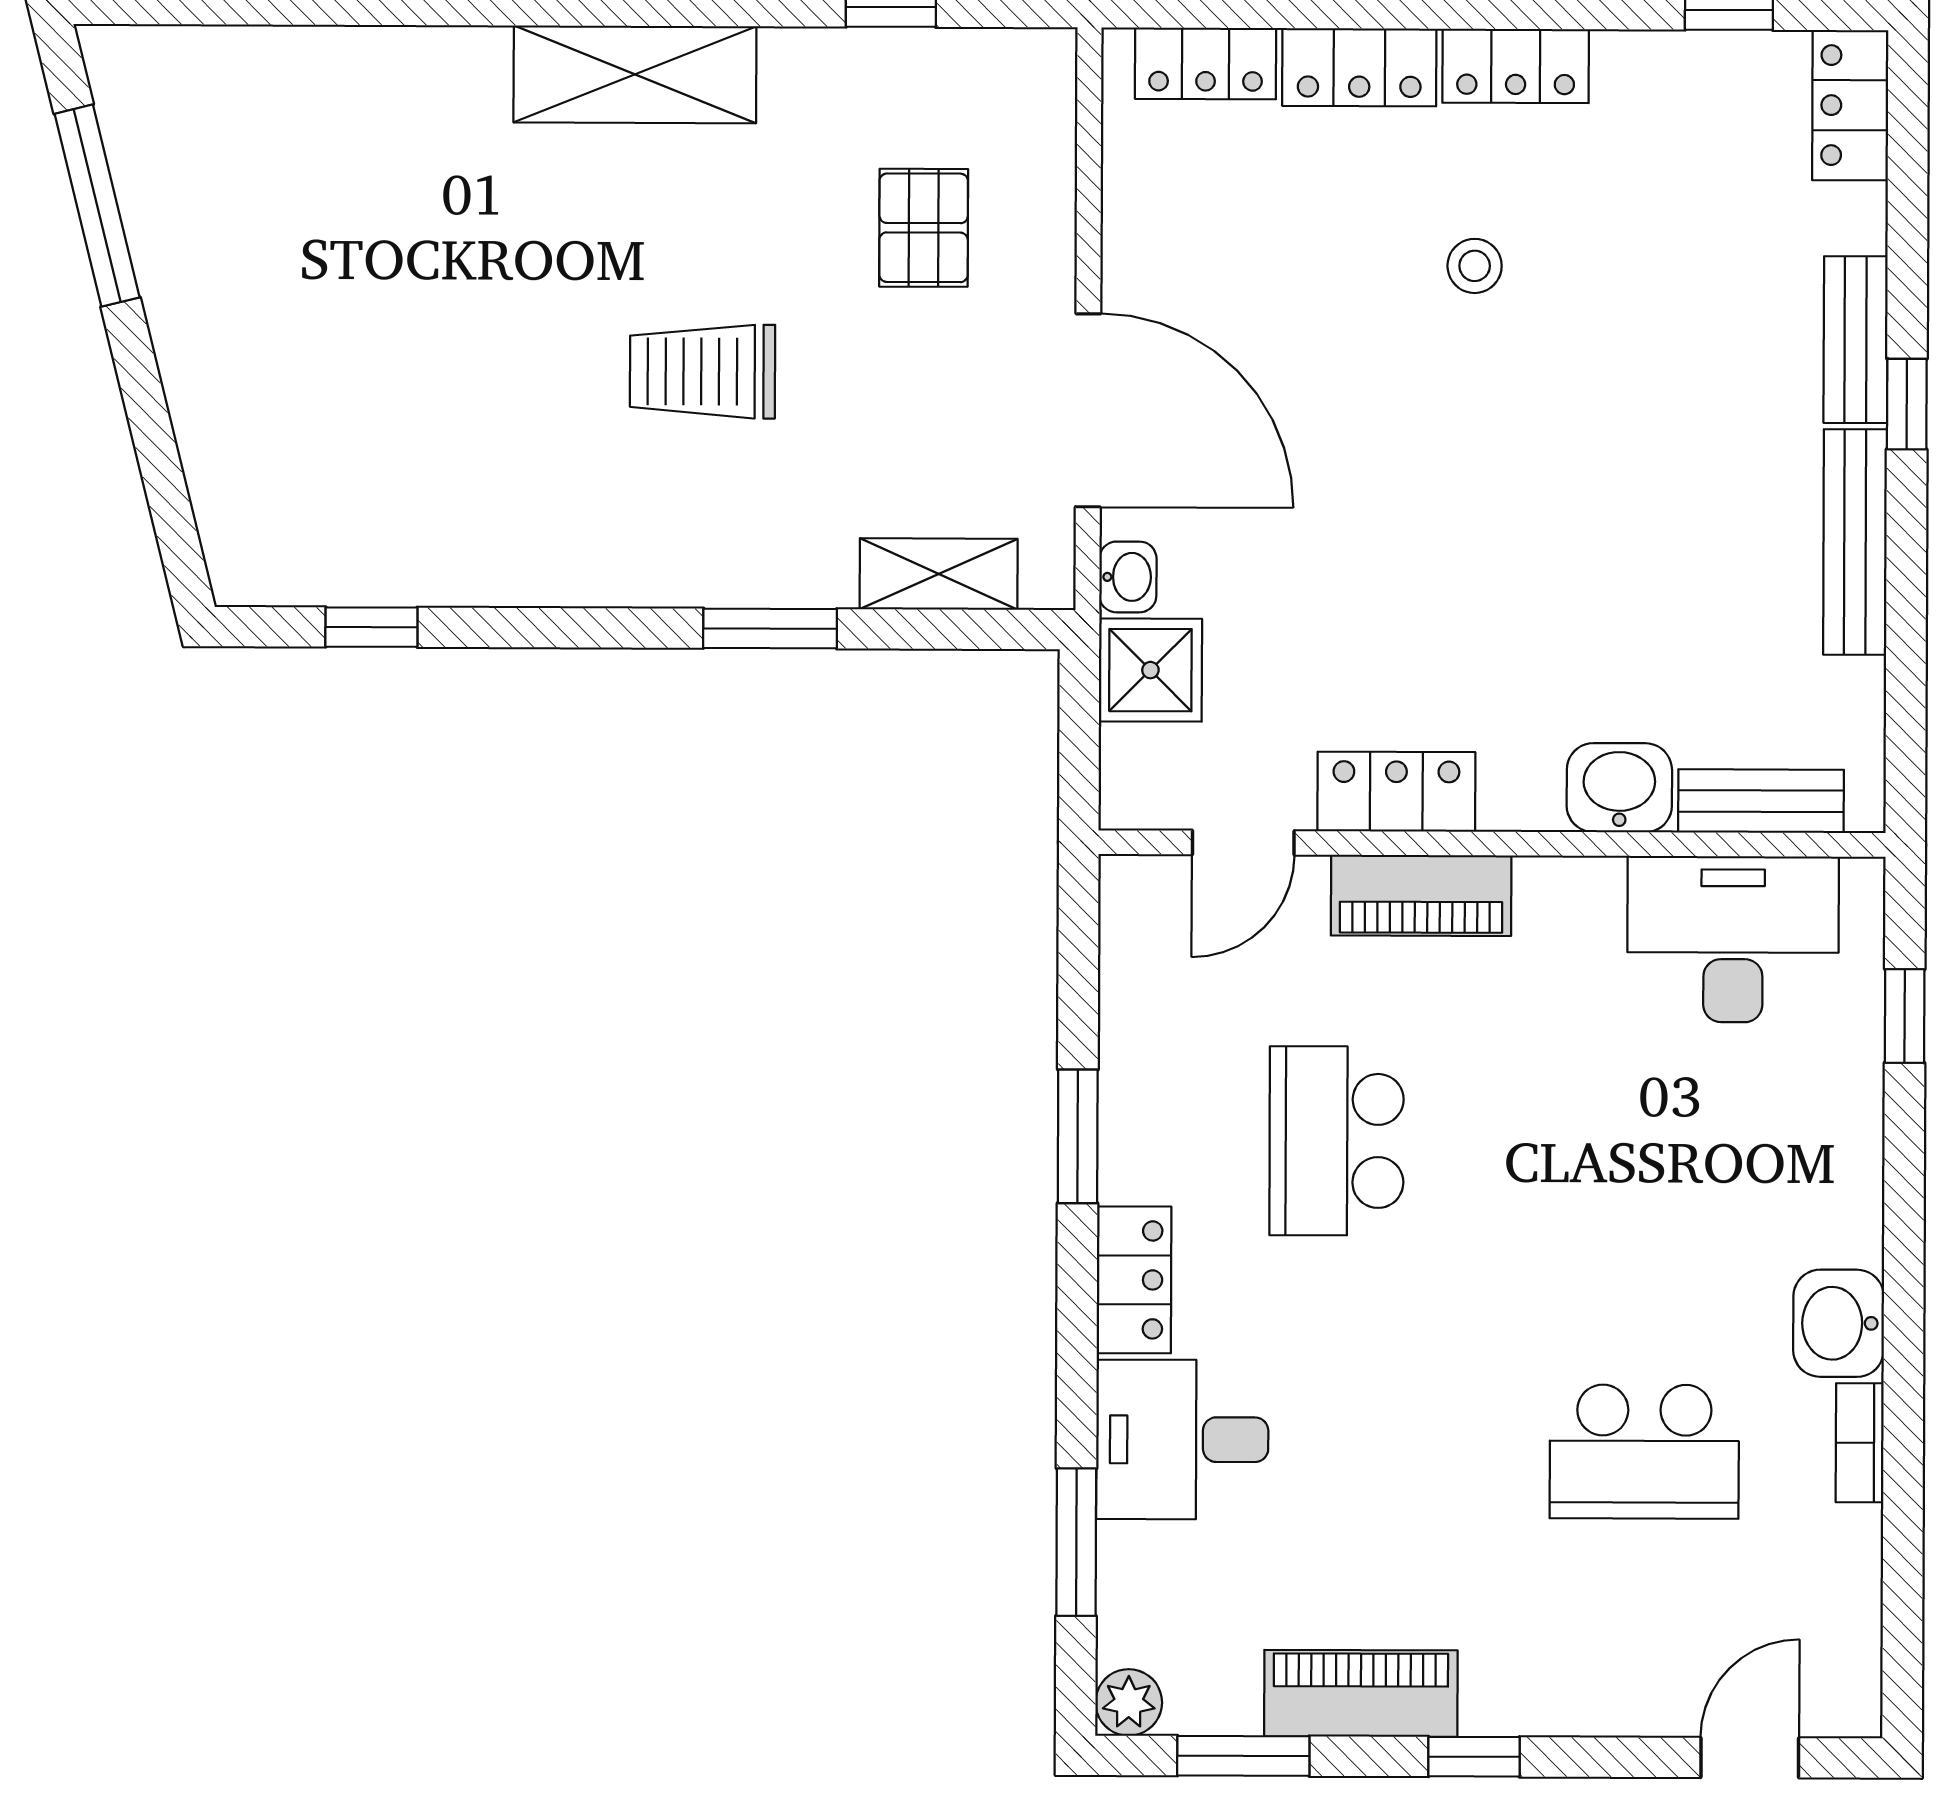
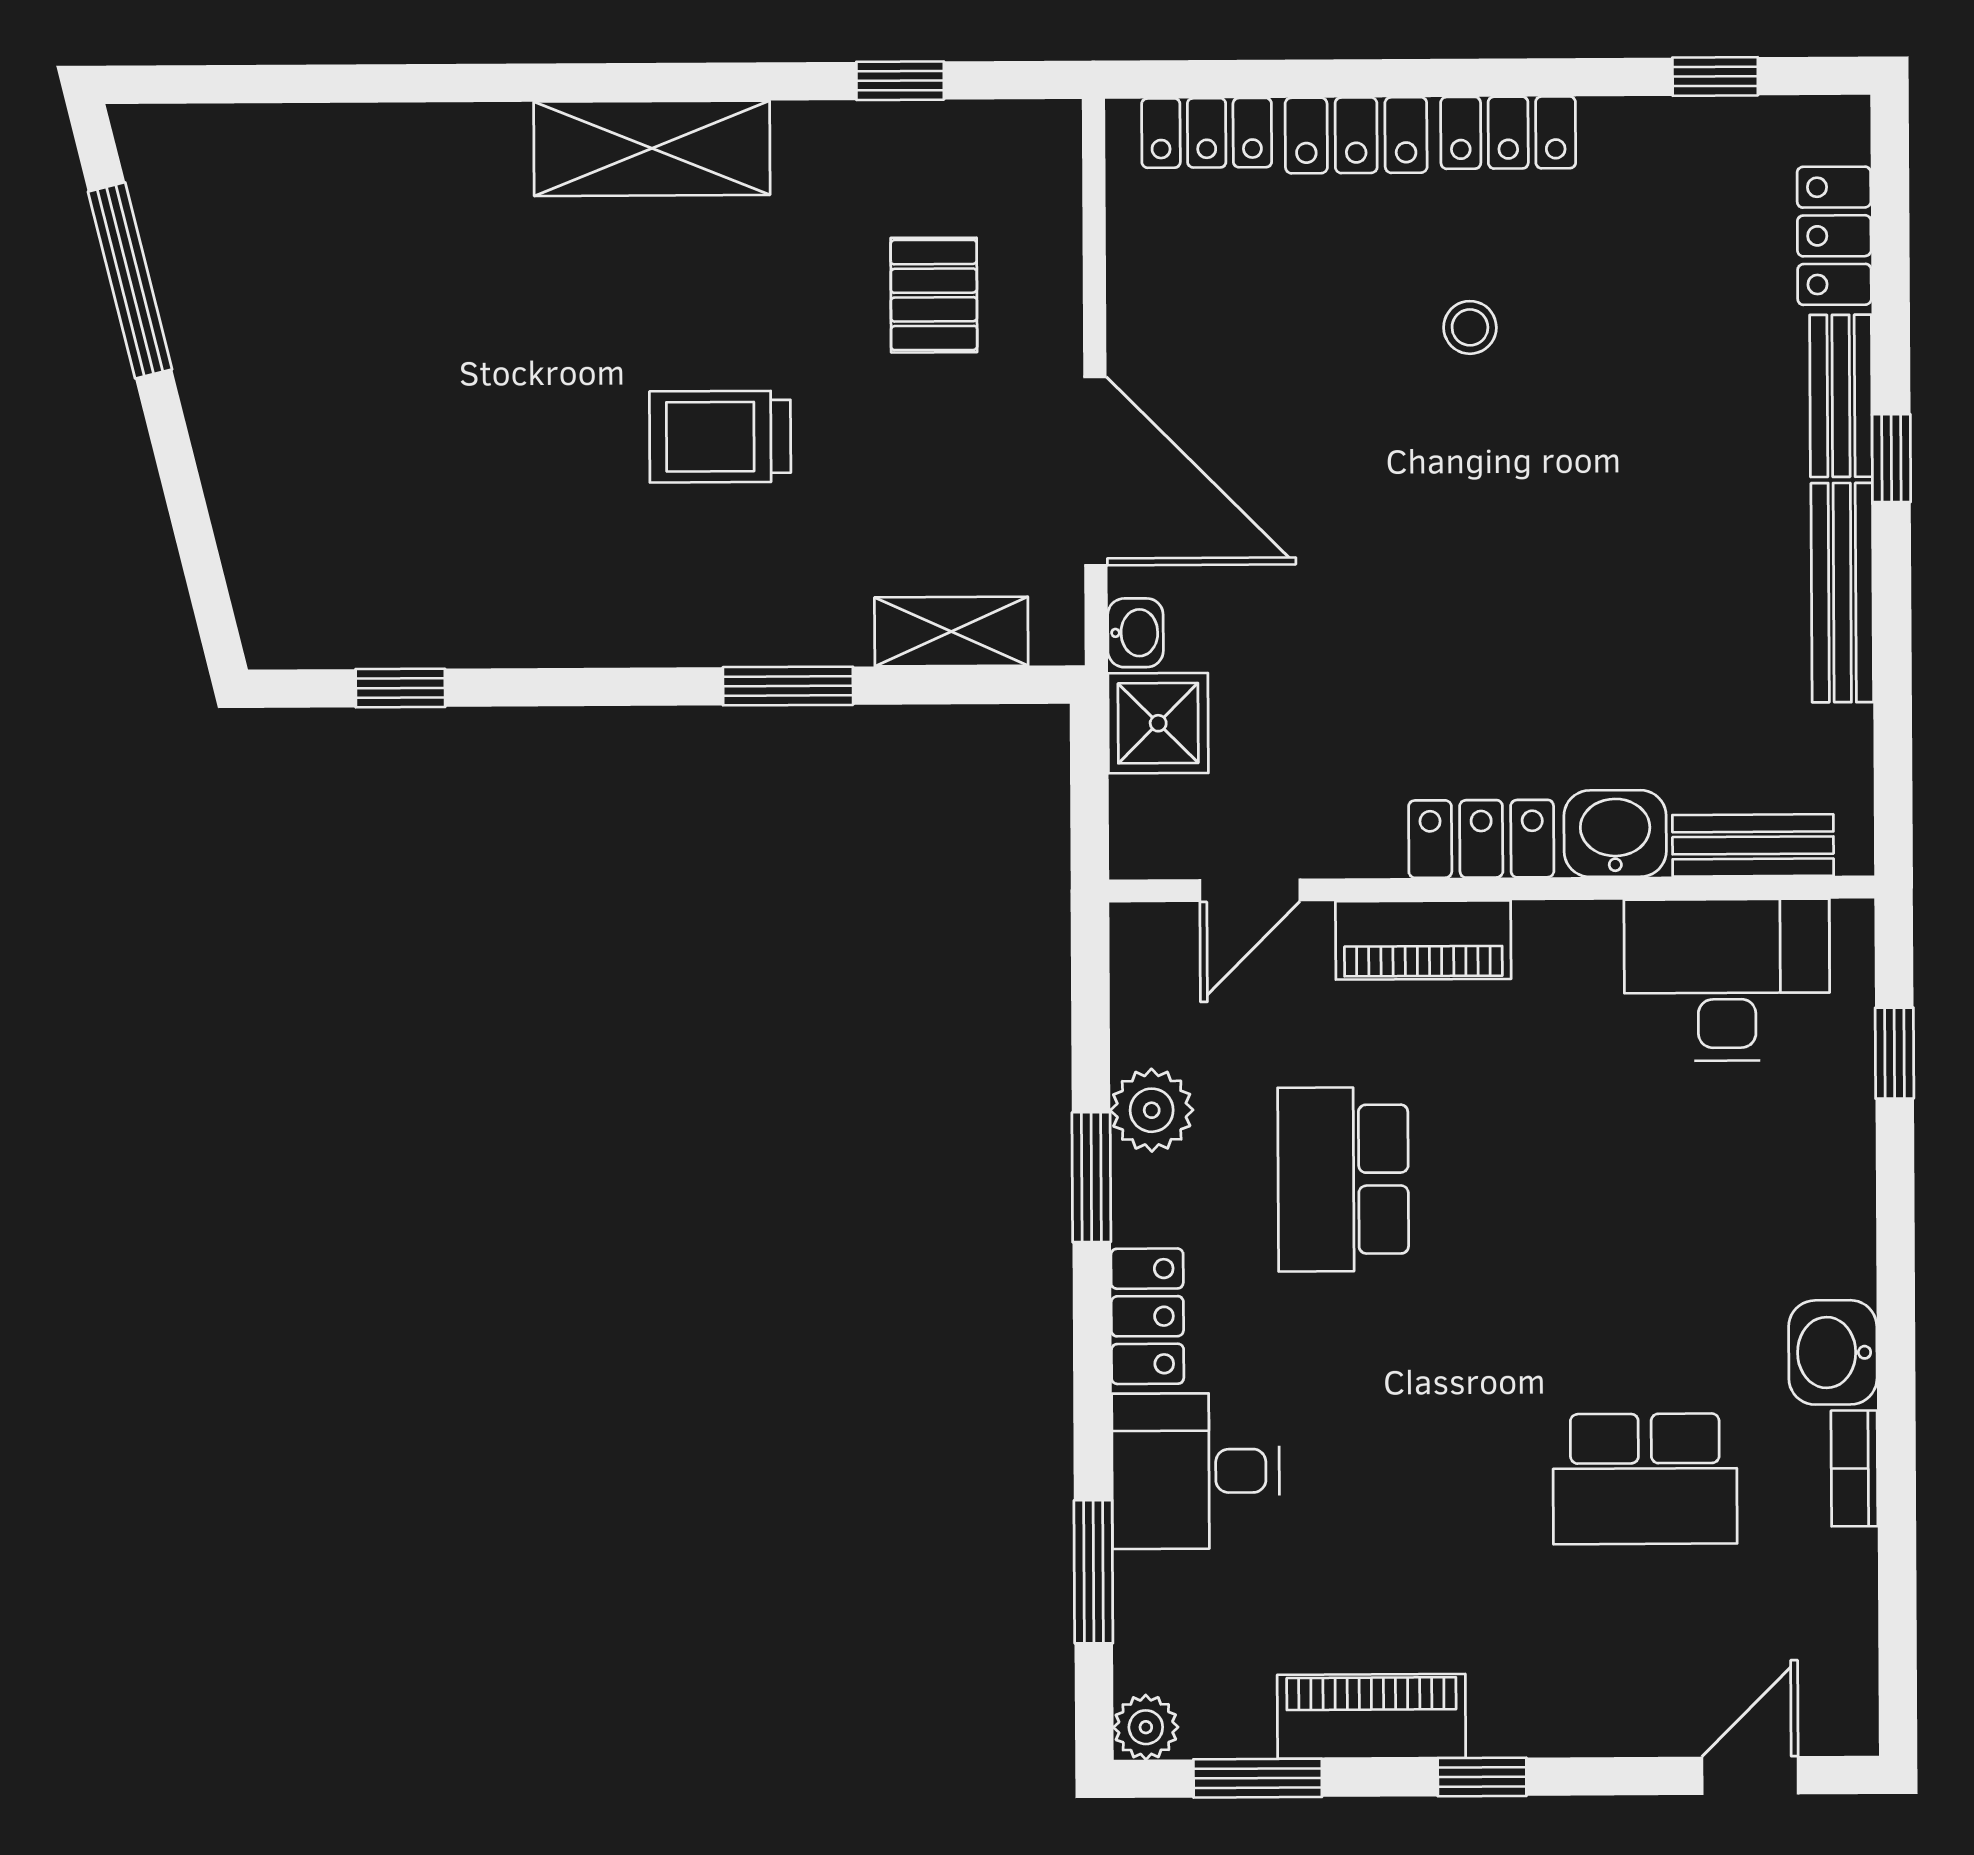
locker: (1850, 105) -> (1834, 236), moved
locker: (1396, 792) -> (1481, 839), moved
plant: (1140, 1068) -> (1152, 1110), added

